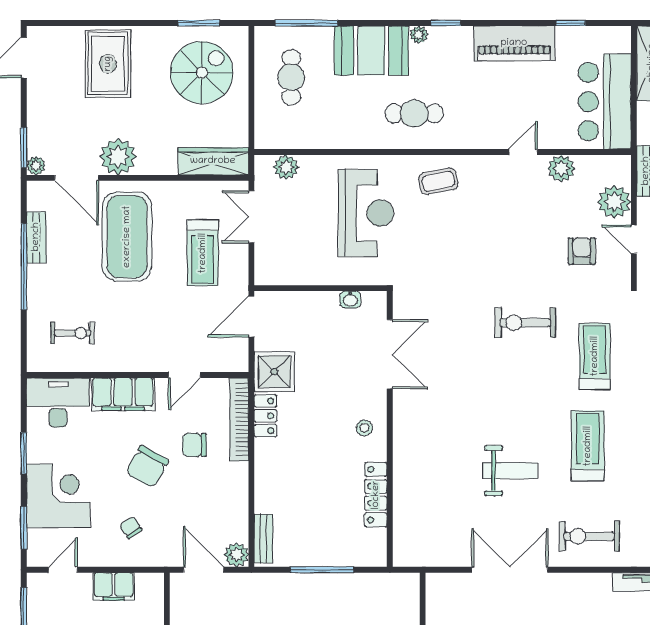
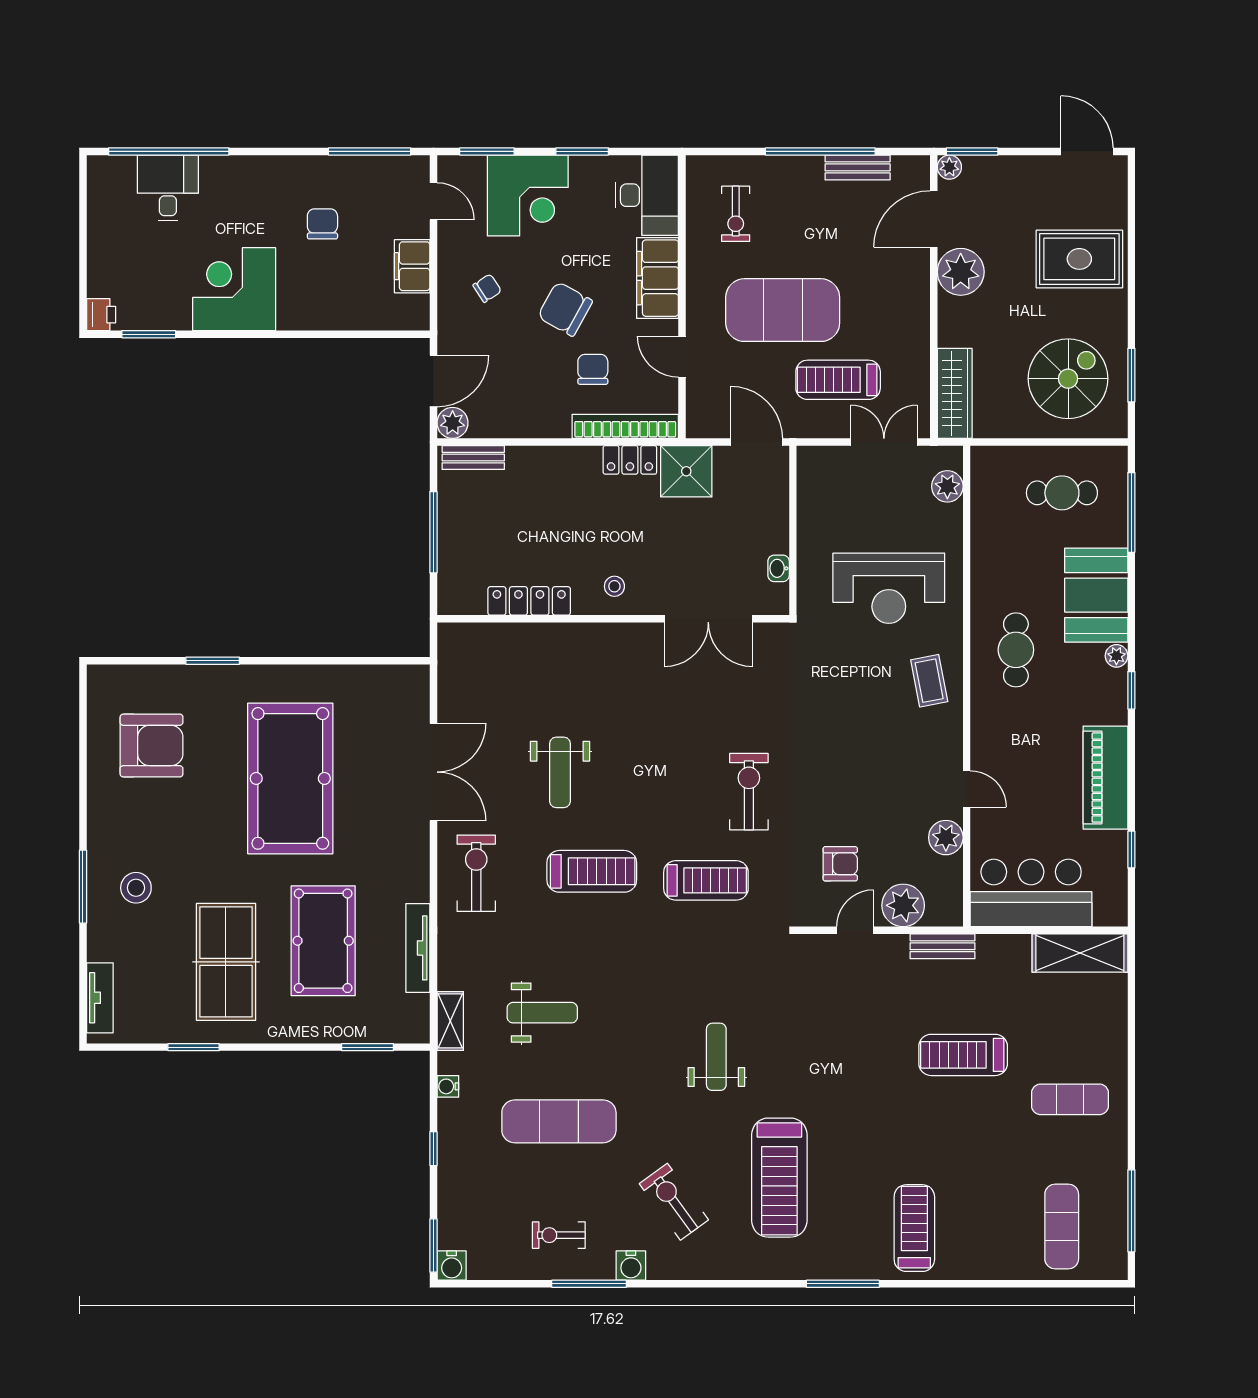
spiral stairs: (202, 73) -> (1068, 379), turned -90
exercise mat: (127, 237) -> (783, 310), moved

